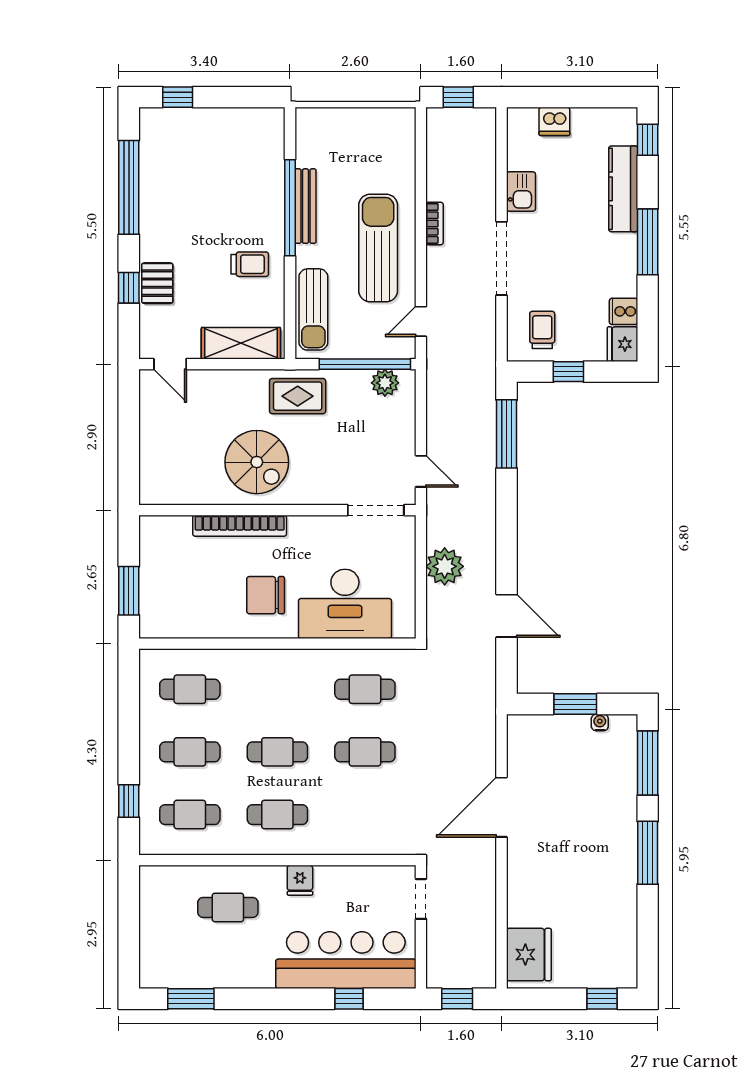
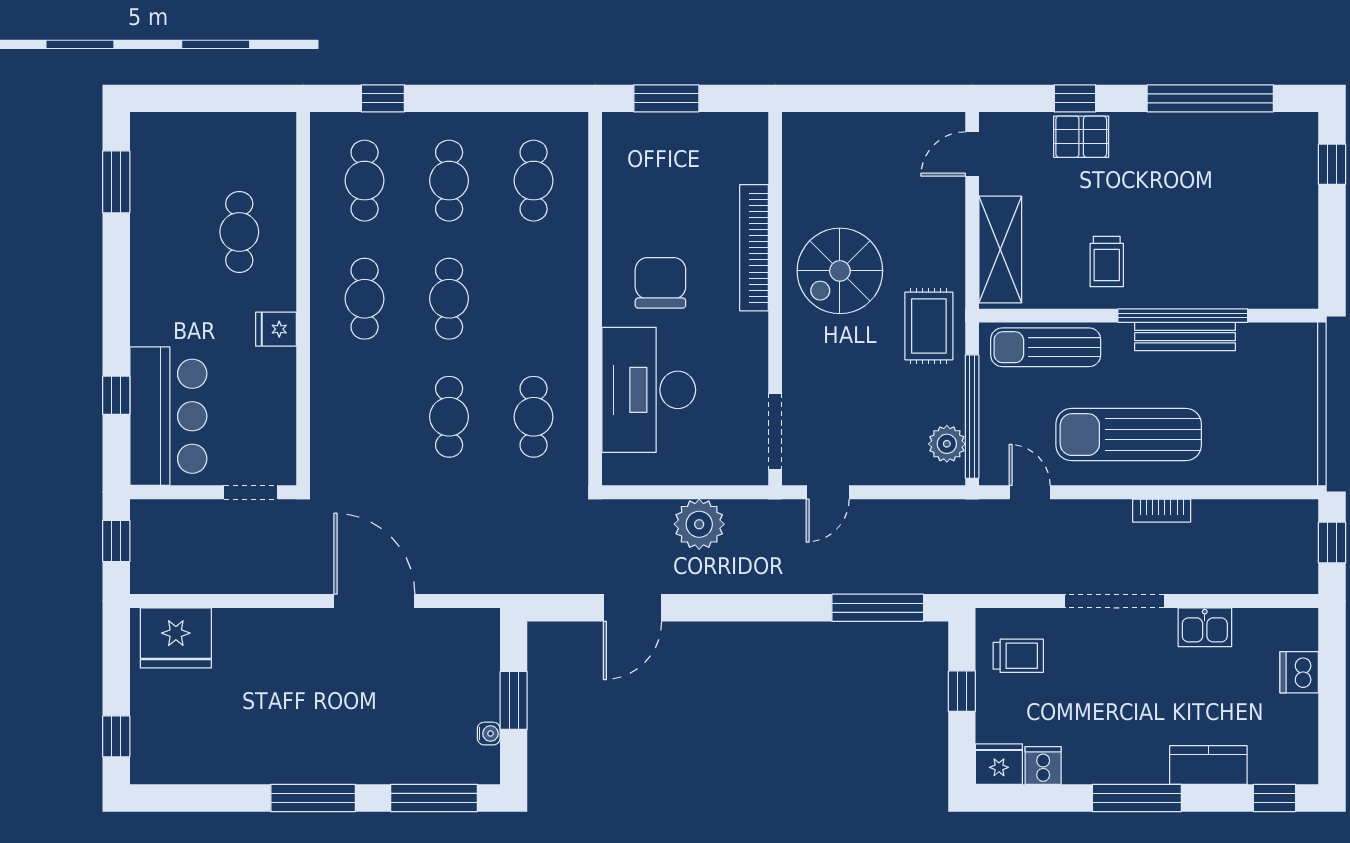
kitchen counter: (623, 189) -> (1208, 765), width x0.67
sun lounger: (378, 248) -> (1129, 435), turned 180
bar counter: (346, 960) -> (168, 416), width x0.73

